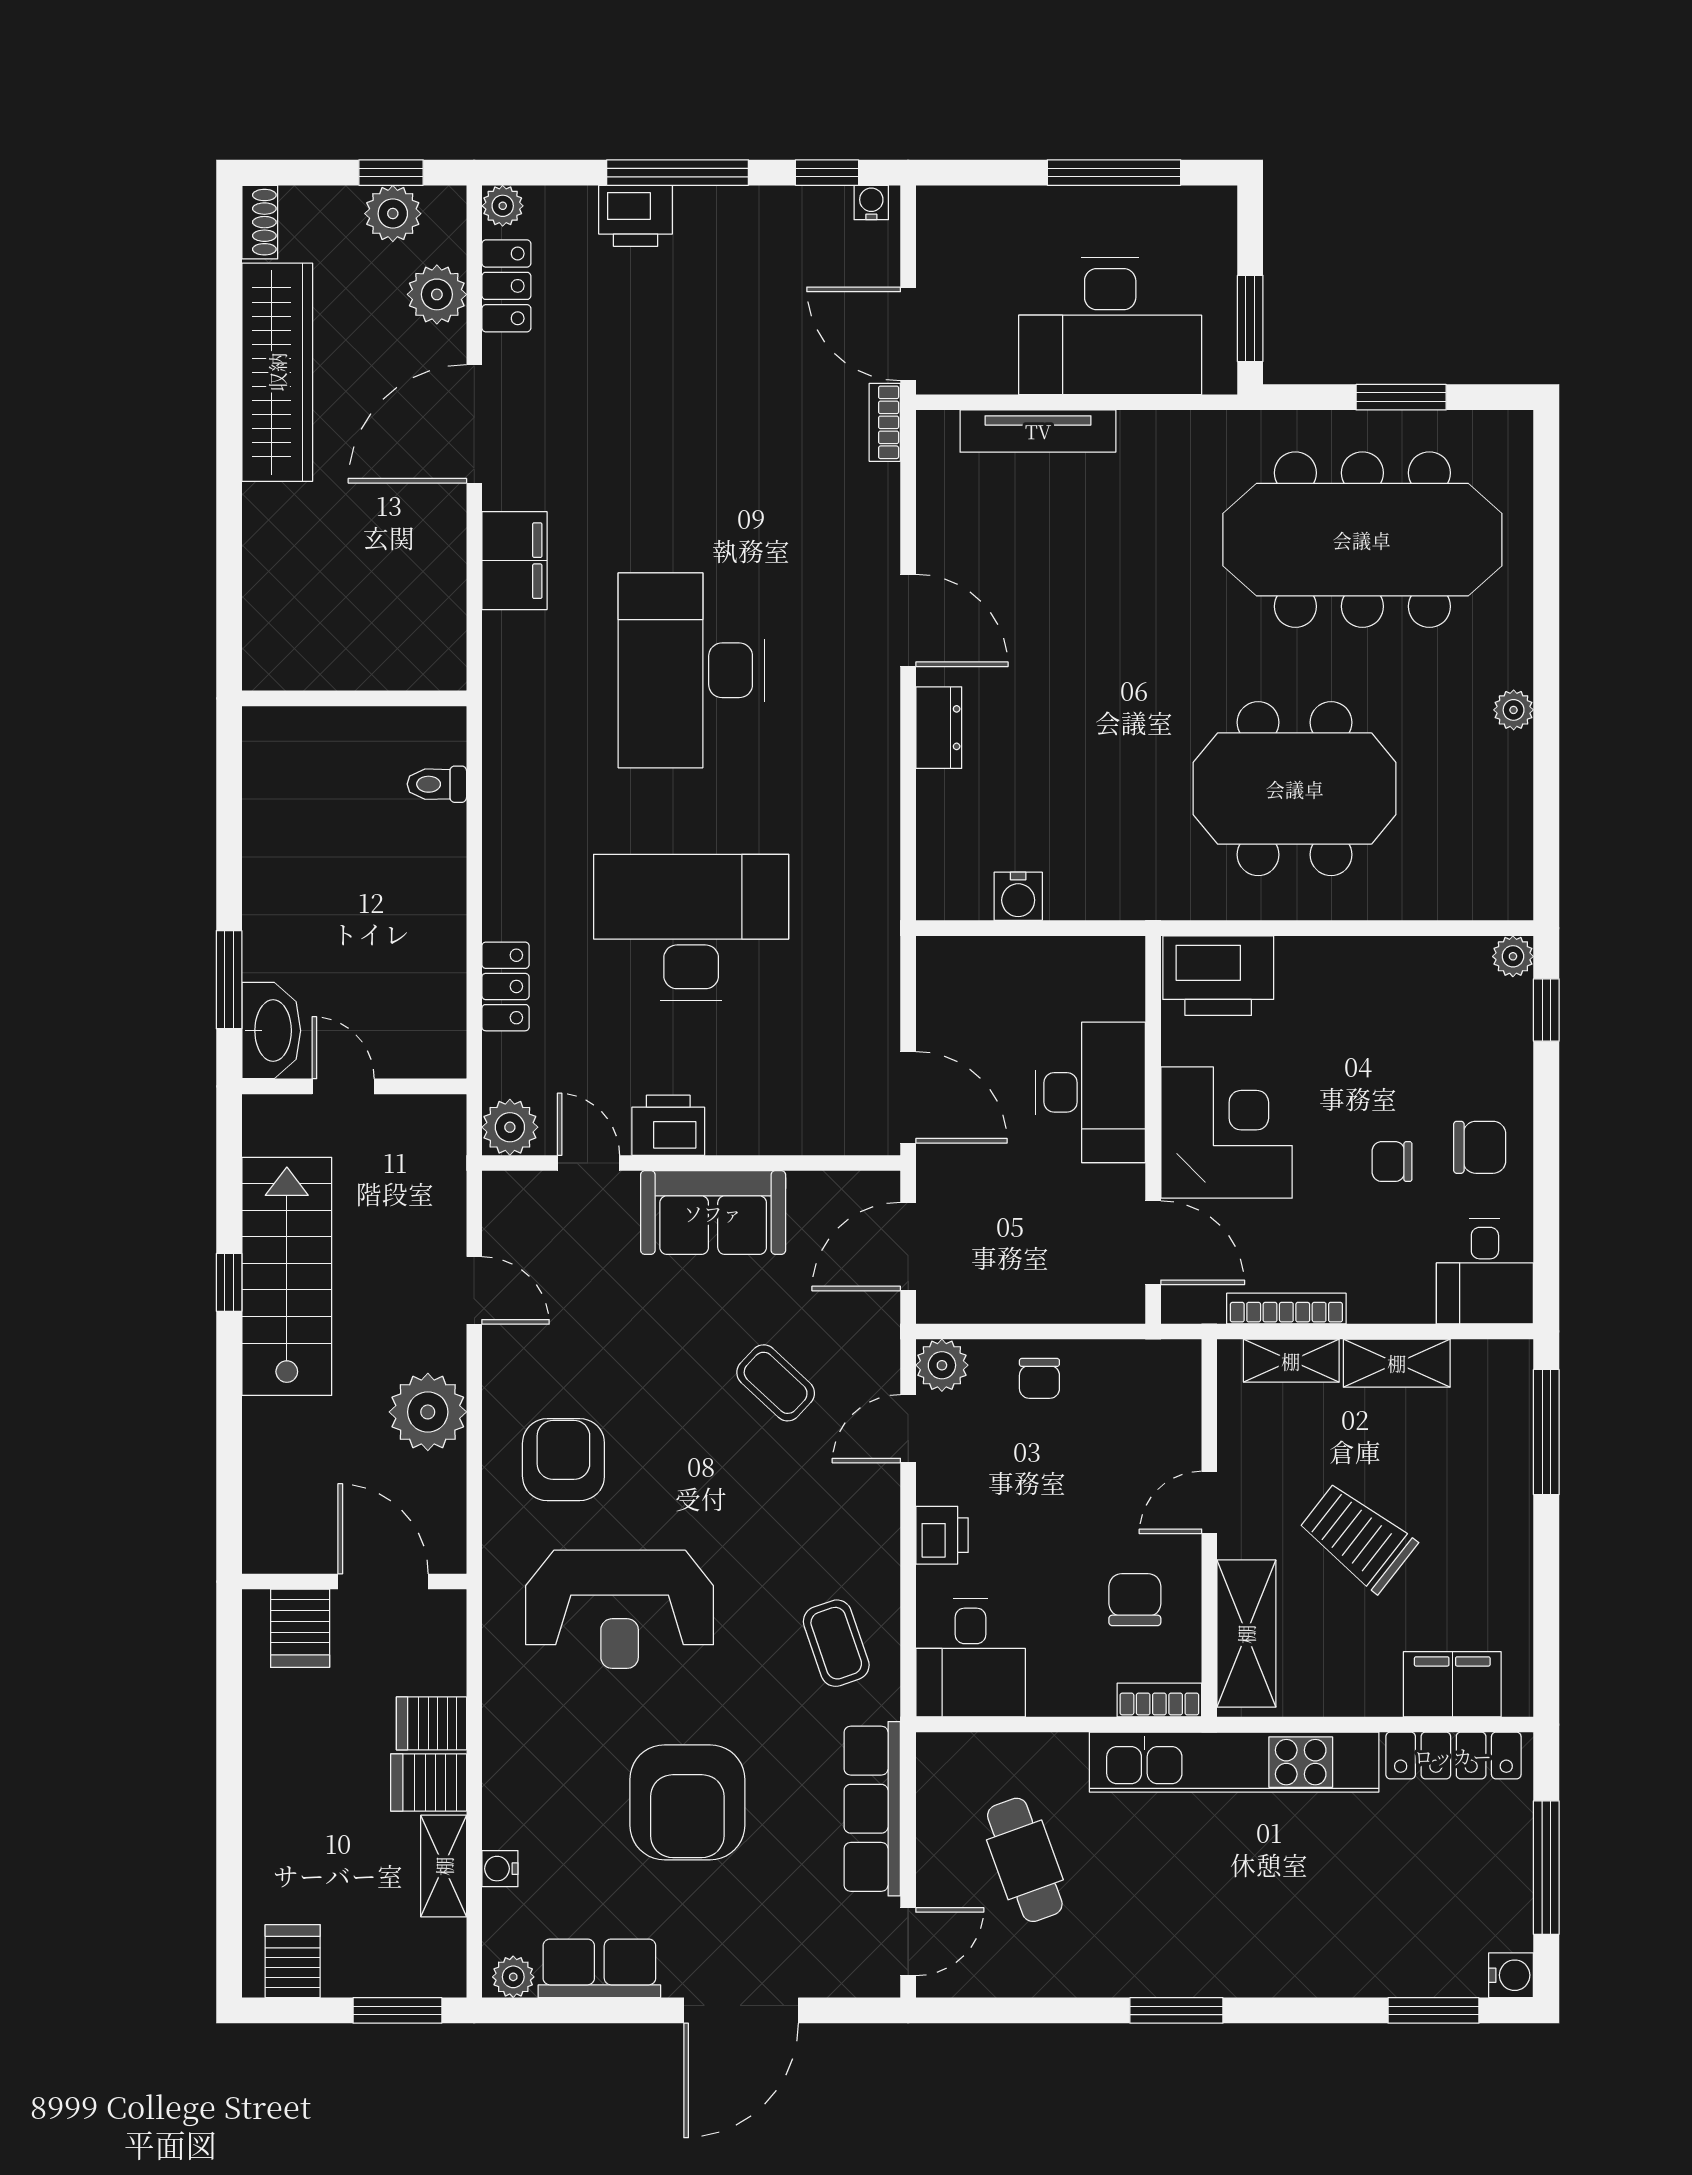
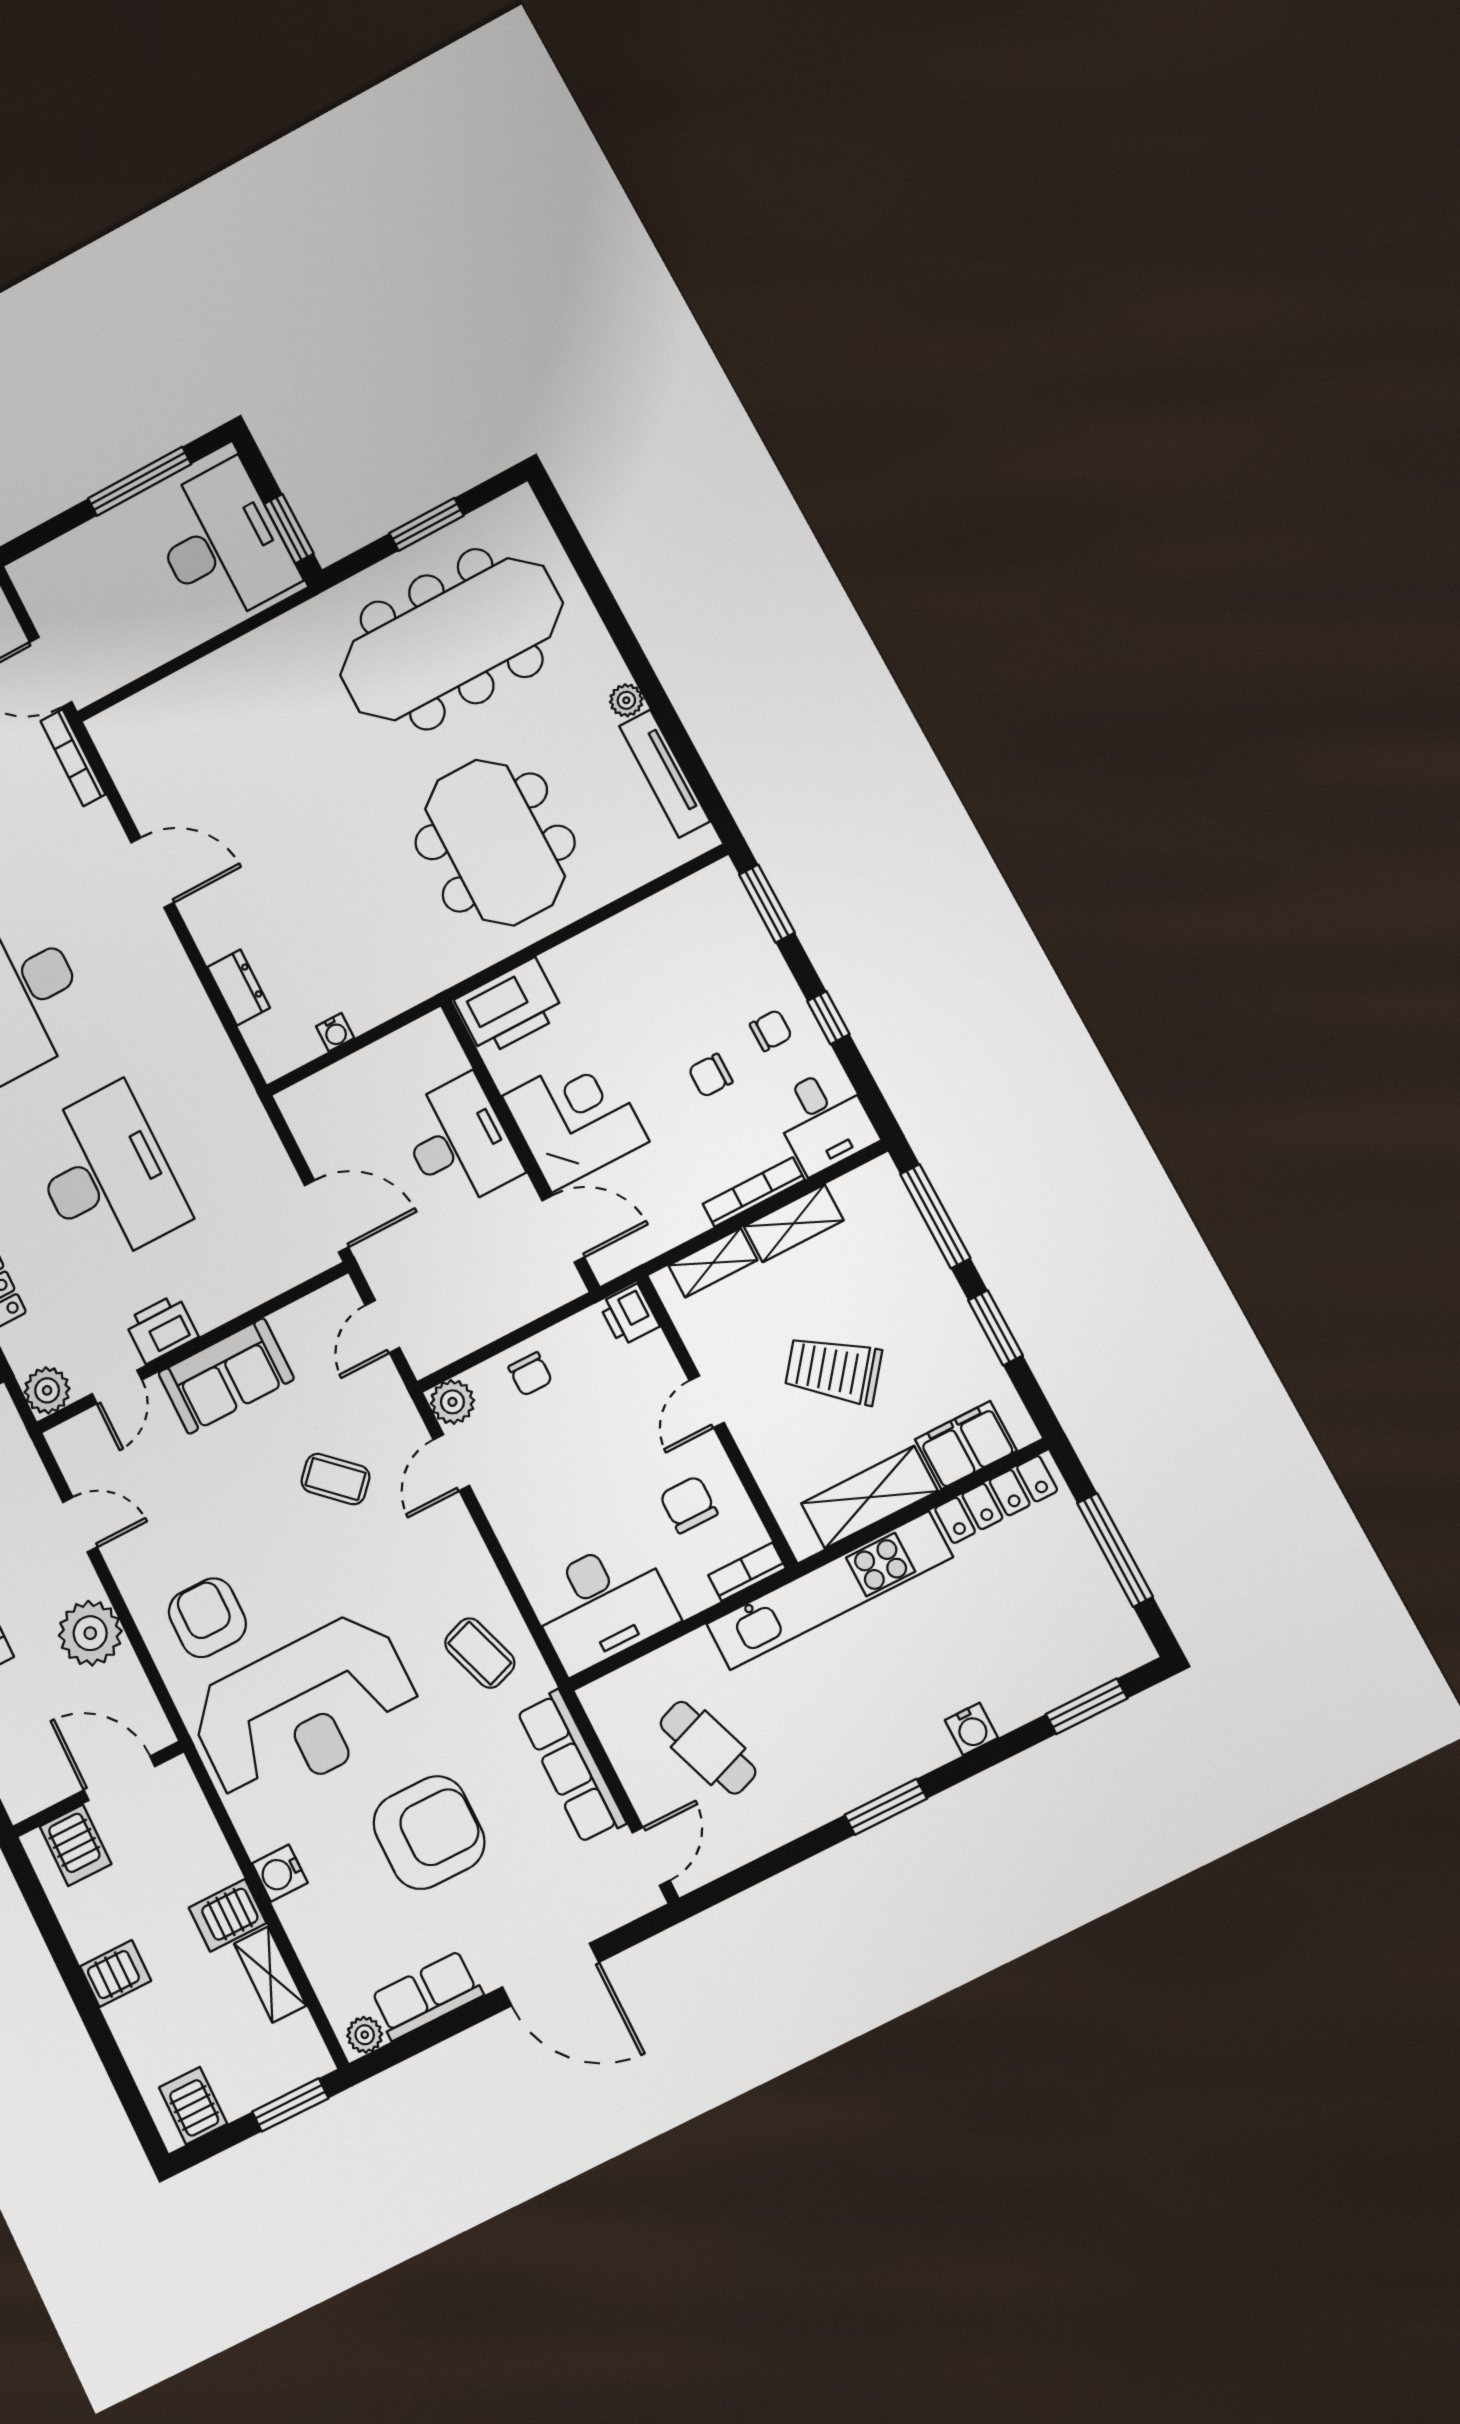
desk: (1110, 326) -> (222, 543), moved, turned -90
bookcase: (885, 422) -> (73, 758), width x1.56
tv unit: (1038, 431) -> (665, 774), moved, turned 90
dresser: (939, 728) -> (239, 987), moved
meeting table: (1295, 789) -> (495, 842), turned 90
water cooler: (1018, 896) -> (335, 1032), width x0.72, depth x0.72
desk: (691, 927) -> (106, 1176), turned 90
plant: (1513, 956) -> (721, 878), removed
window: (1546, 1010) -> (767, 904), width x1.50
chair: (1480, 1147) -> (771, 1030), width x0.73, depth x0.73
door: (588, 1163) -> (117, 1387), swing flipped
window: (1546, 1166) -> (828, 1018), added
door: (908, 1247) -> (382, 1326), width x0.73
bookcase: (1286, 1308) -> (754, 1192), moved
printer: (942, 1535) -> (629, 1315), moved, turned 180
window: (1546, 1579) -> (995, 1328), added
reception desk: (620, 1609) -> (305, 1710), width x1.36, depth x1.30
shelving: (1246, 1634) -> (869, 1497), moved, turned 90
desk: (971, 1658) -> (602, 1605), width x1.37
server rack: (431, 1723) -> (116, 1974), moved, turned 180
armchair: (687, 1802) -> (429, 1833), turned -90
water cooler: (500, 1869) -> (280, 1873), moved, width x1.38, depth x1.38
water cooler: (1511, 1975) -> (971, 1729), moved, turned 90
door: (741, 2010) -> (551, 1975), hinge flipped

